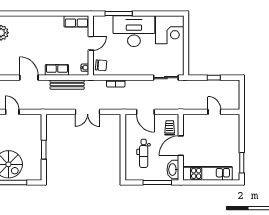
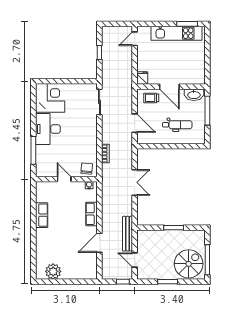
row of seats: (76, 21) -> (42, 215), moved
desk: (134, 31) -> (48, 129), width x0.73, depth x0.77
bench: (67, 85) -> (128, 234), moved
door: (12, 112) -> (135, 260), hinge flipped
door: (145, 112) -> (135, 123), hinge flipped
door: (214, 112) -> (135, 39), moved
fridge: (189, 119) -> (142, 78), added
kitchen unit: (208, 173) -> (177, 33), moved, turned -90

